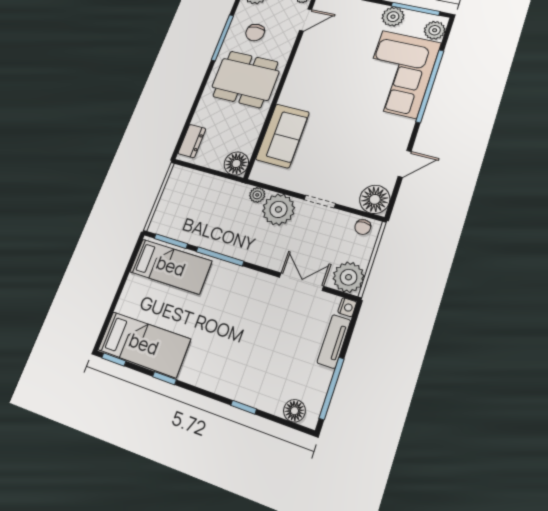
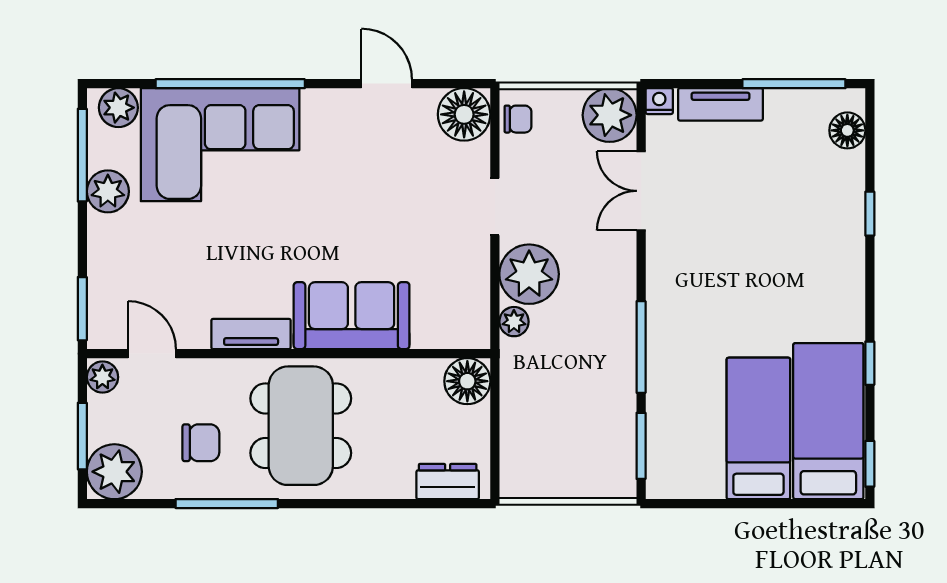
tv unit: (298, 67) -> (251, 334), added
sofa: (282, 136) -> (352, 316), moved
bed: (171, 266) -> (758, 428), moved

